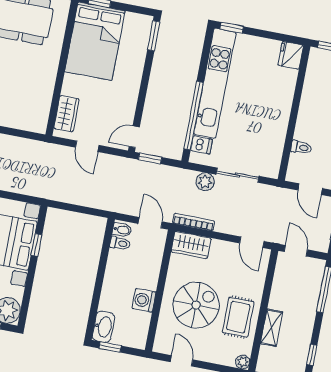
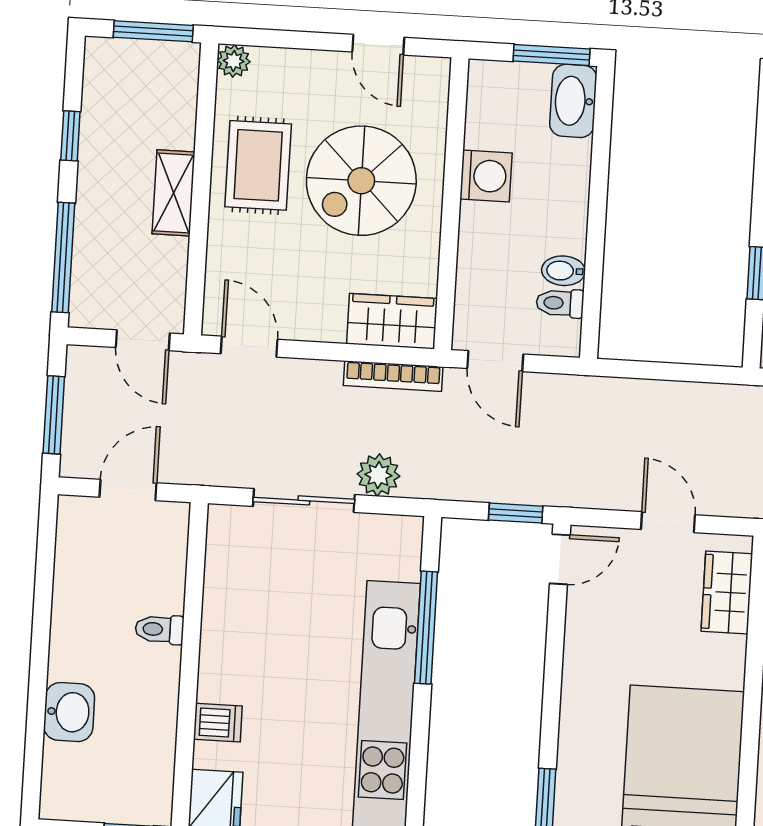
window: (194, 116) -> (426, 628), width x0.68
dishwasher: (201, 145) -> (218, 723), moved, turned 180
toilet: (301, 147) -> (159, 629), moved
door: (310, 189) -> (128, 490), hinge flipped
bidet: (122, 230) -> (563, 271), moved
shelving: (272, 328) -> (174, 193), moved
window: (110, 347) -> (551, 55), width x1.50
window: (312, 355) -> (70, 136), moved

